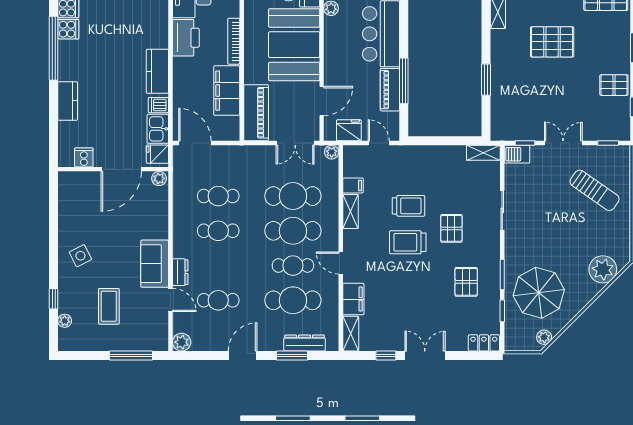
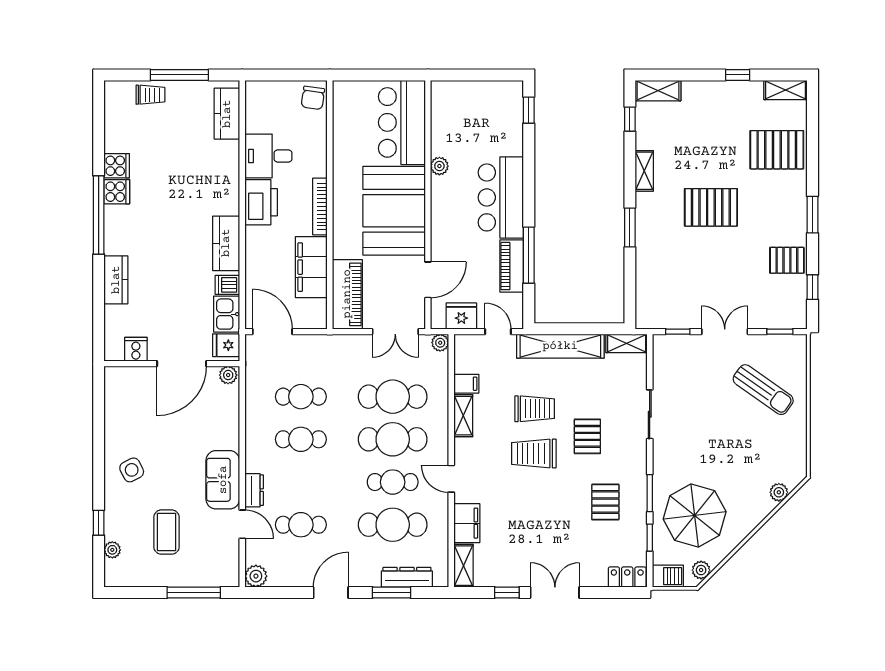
window: (486, 80) -> (630, 228), moved
barbecue: (517, 154) -> (668, 576), moved, turned 180
shelving: (430, 155) -> (560, 346), added
plant: (603, 269) -> (779, 492), width x0.53, depth x0.53

